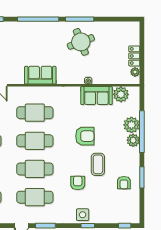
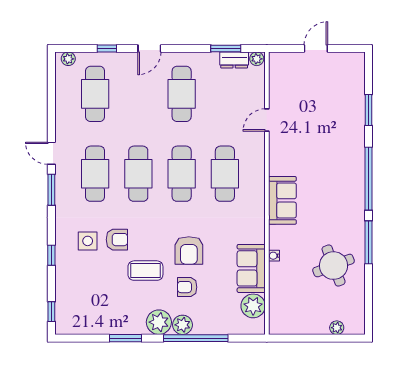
round table: (81, 42) -> (334, 266), moved
locker: (134, 56) -> (312, 326), removed
plant: (135, 72) -> (337, 328), moved
sofa: (40, 75) -> (282, 200), moved
plant: (131, 125) -> (159, 322), moved
armchair: (124, 183) -> (187, 287), moved
side table: (83, 215) -> (88, 241), moved

